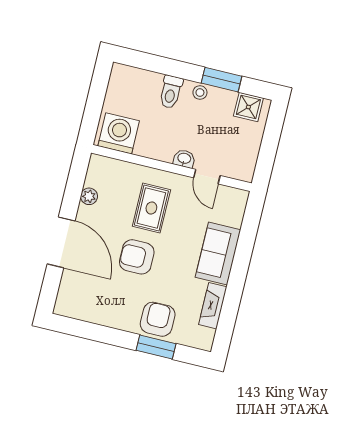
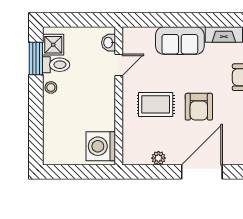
window: (221, 80) -> (36, 58), moved
toilet: (171, 92) -> (56, 65), moved
washbasin: (184, 159) -> (109, 43), moved

